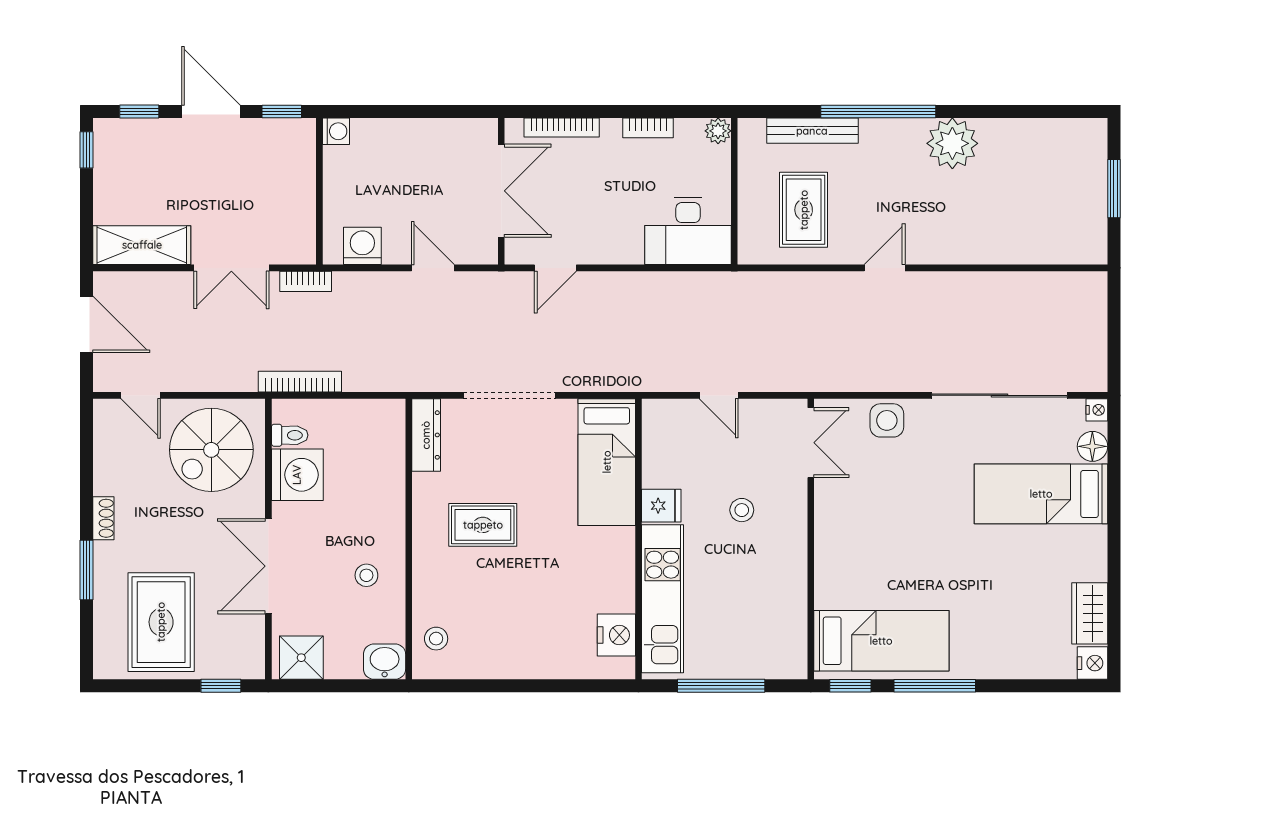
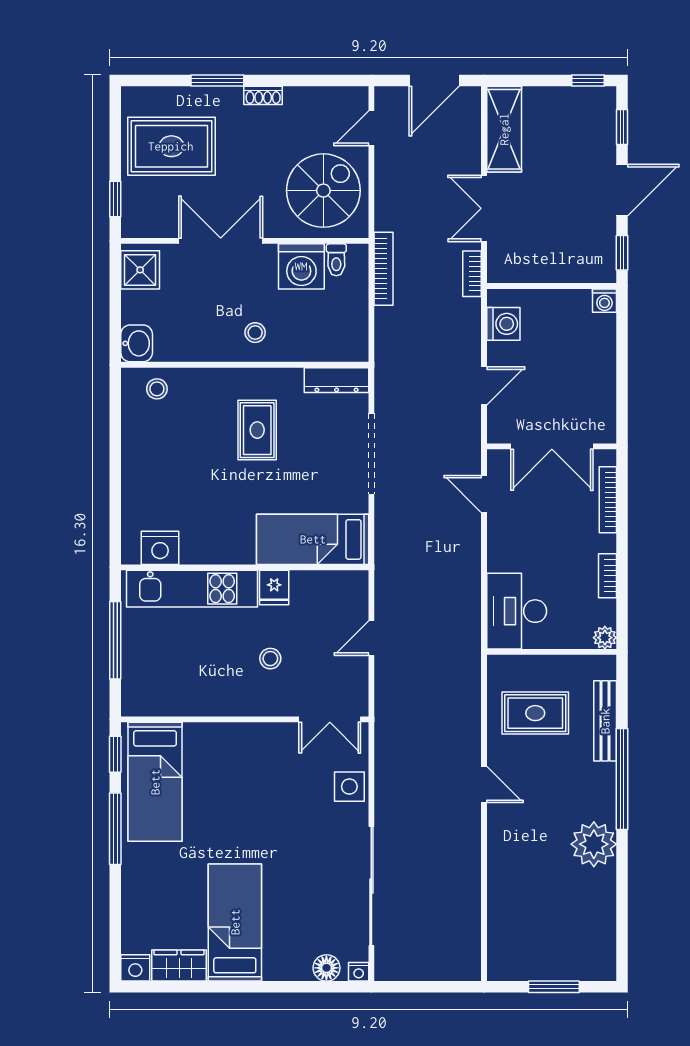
spiral stairs: (211, 450) -> (323, 191), turned 90
bed: (1041, 494) -> (235, 922), moved
stool: (366, 575) -> (255, 333), moved

